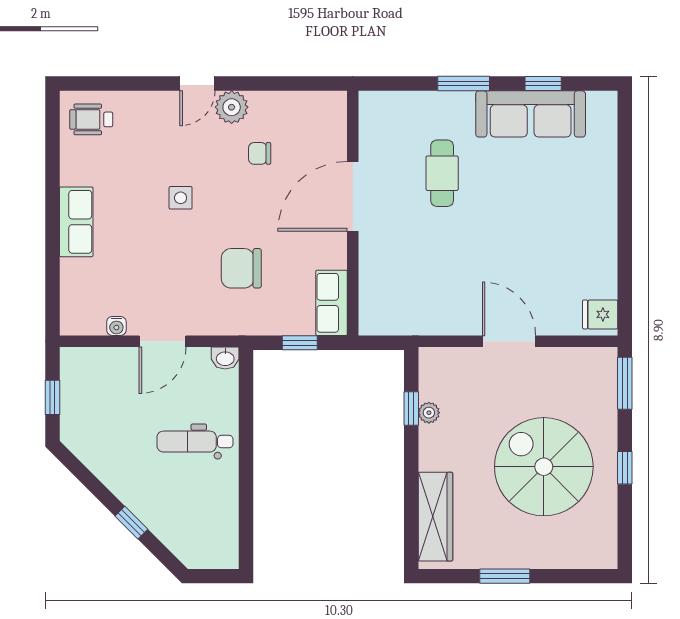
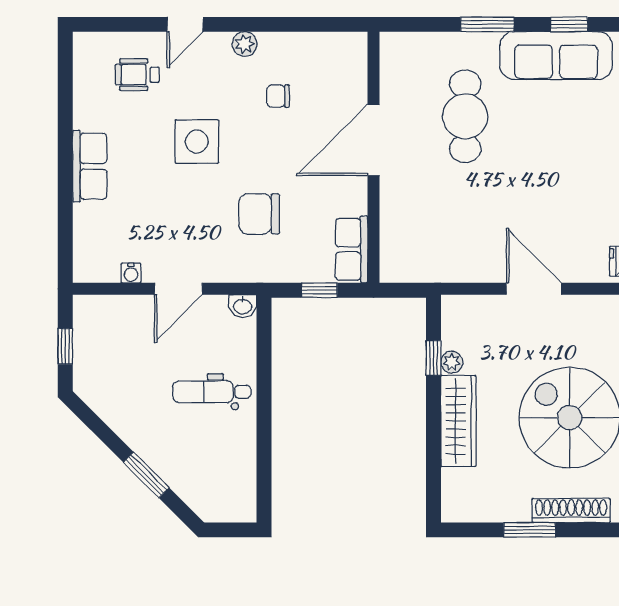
door: (197, 84) -> (185, 24), moved
plant: (232, 107) -> (245, 44), width x0.73, depth x0.73
wheelchair: (91, 119) -> (137, 75), moved
cafe table: (442, 173) -> (465, 116), width x1.37, depth x1.35
side table: (181, 198) -> (197, 142), width x1.87, depth x1.87
wardrobe: (435, 517) -> (458, 421), moved
window: (131, 523) -> (146, 475), width x1.50
shoe rack: (545, 557) -> (571, 510), added

